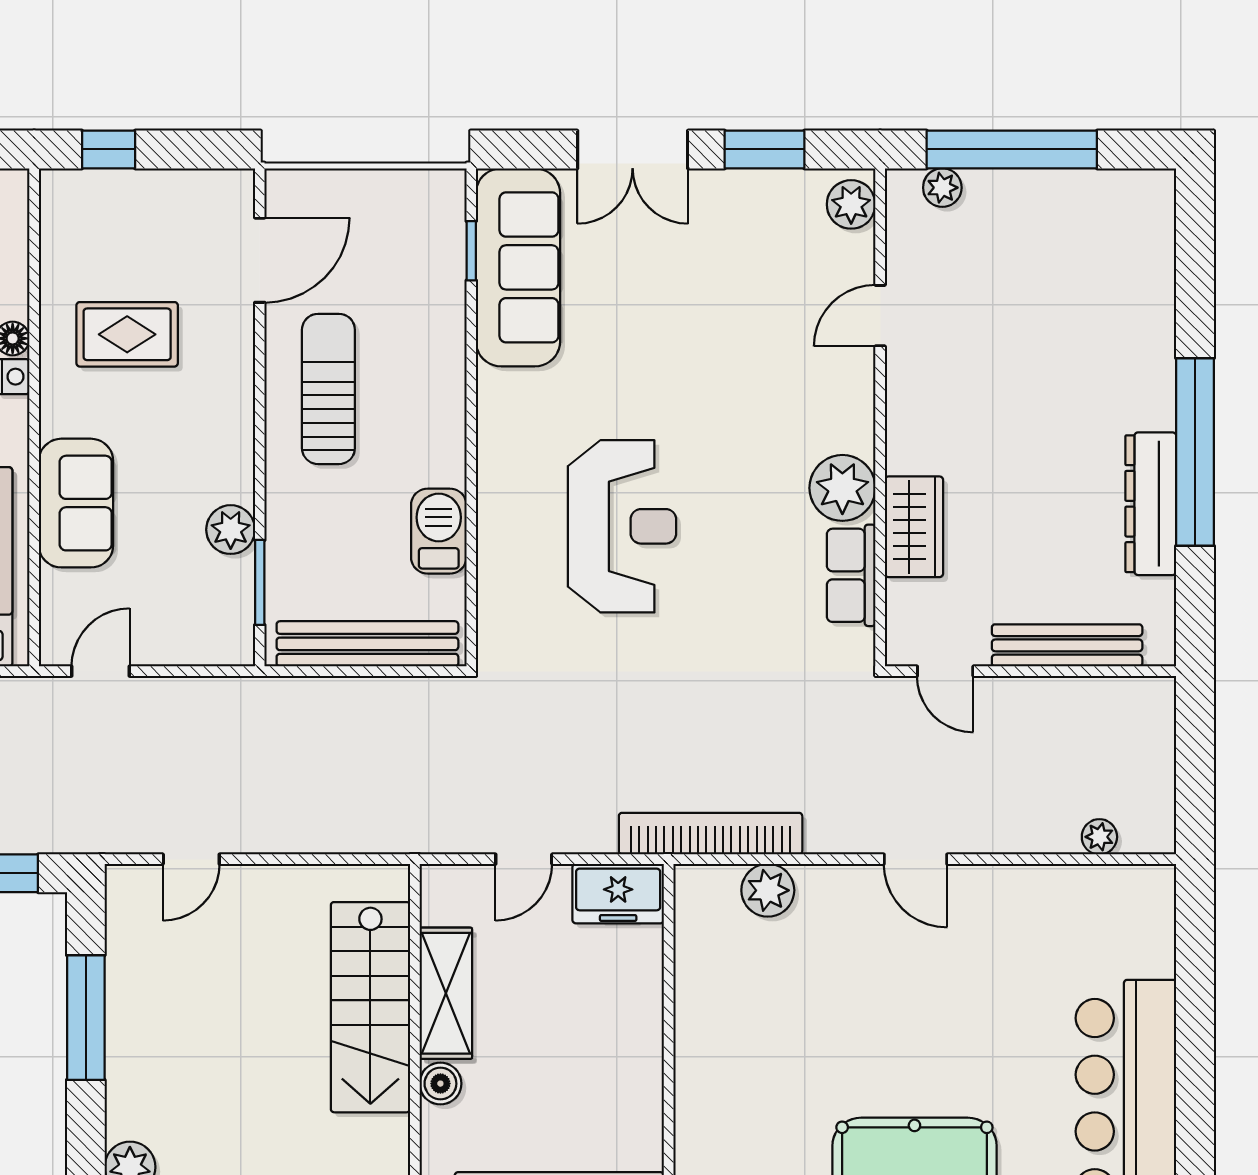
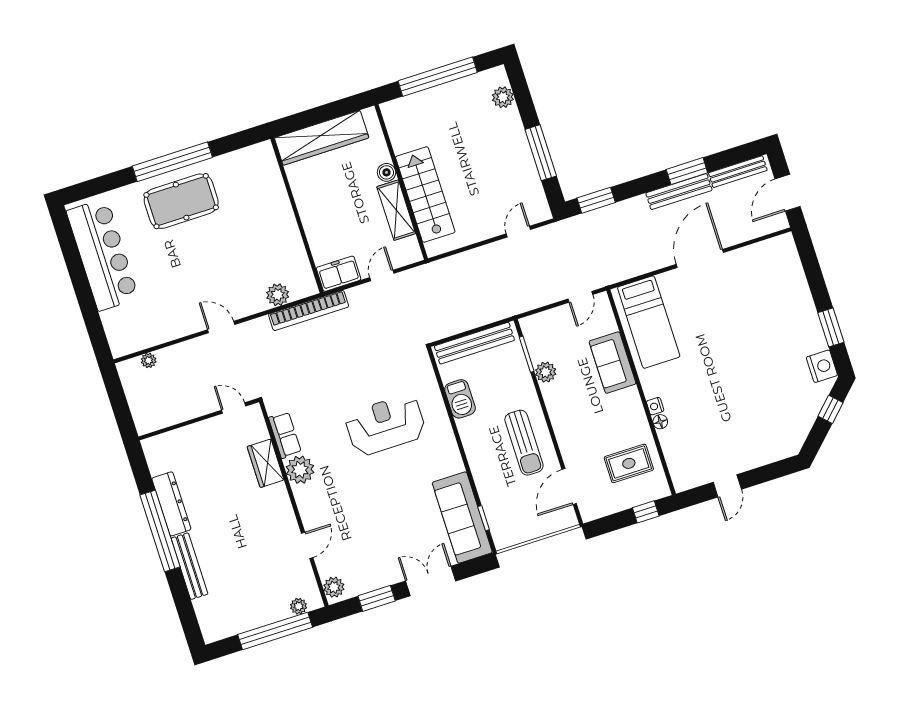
rug: (127, 334) -> (629, 463), moved
reception desk: (622, 526) -> (385, 425), turned 90
bench: (1067, 645) -> (189, 566), moved, turned 90

